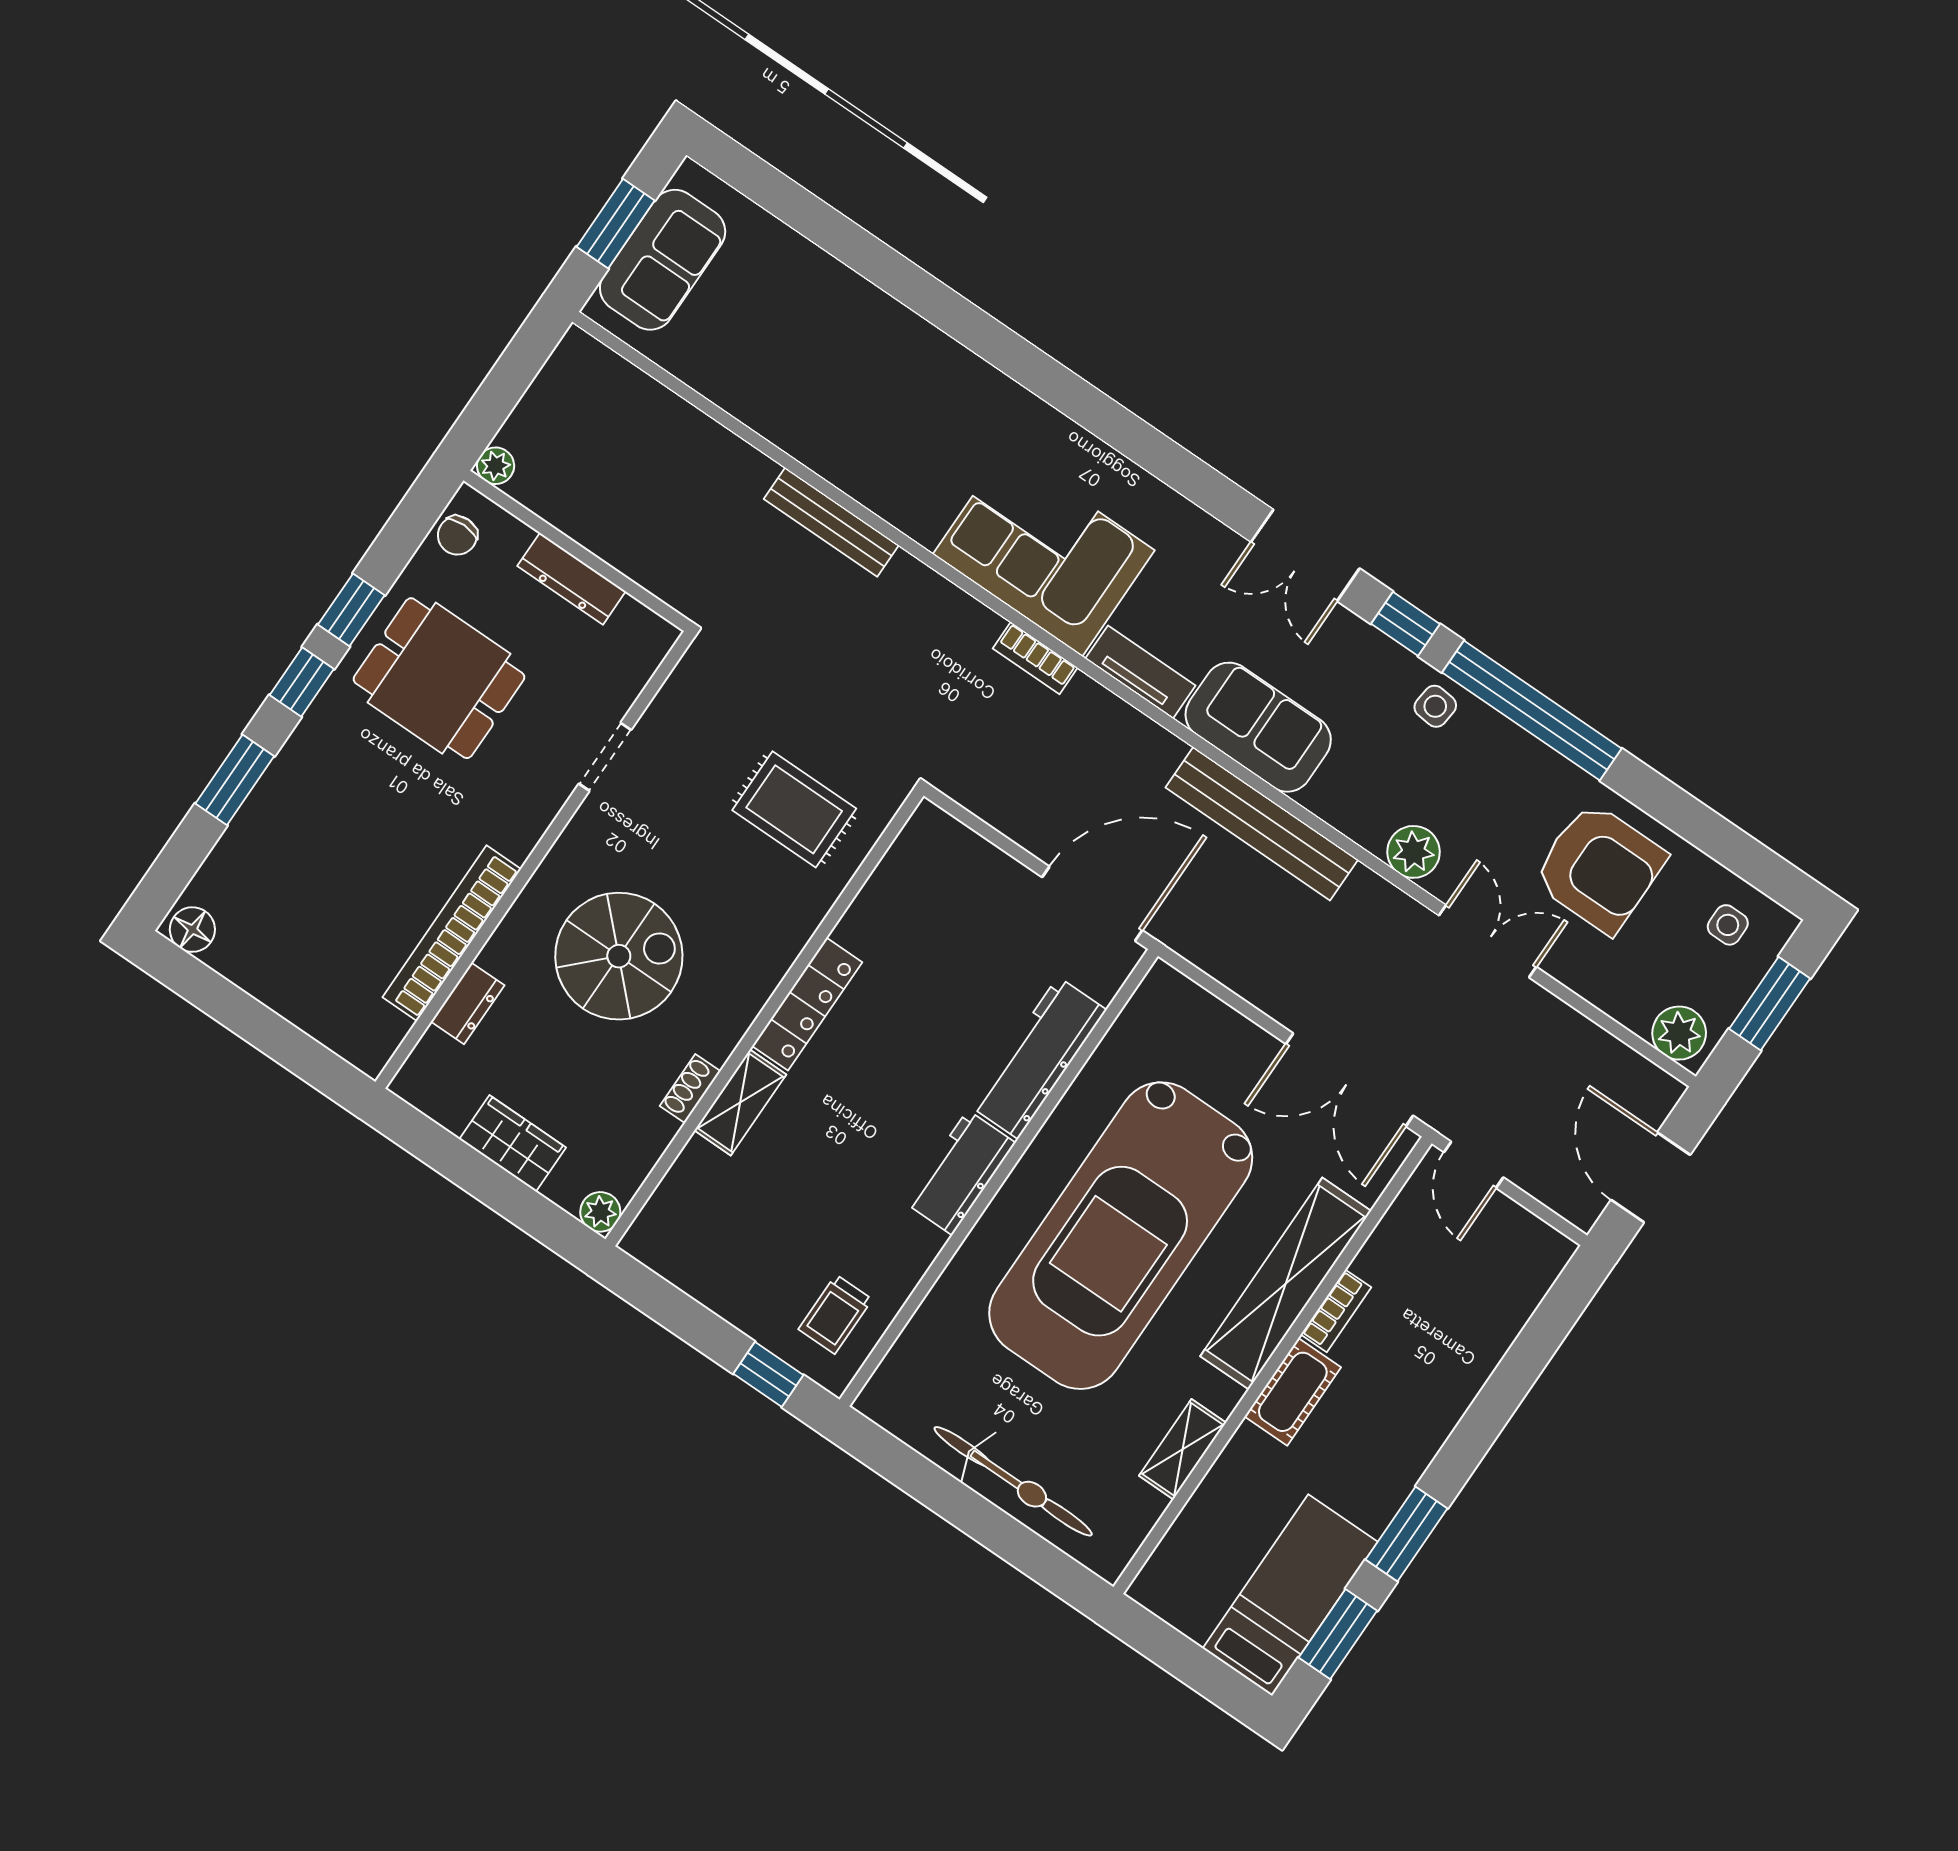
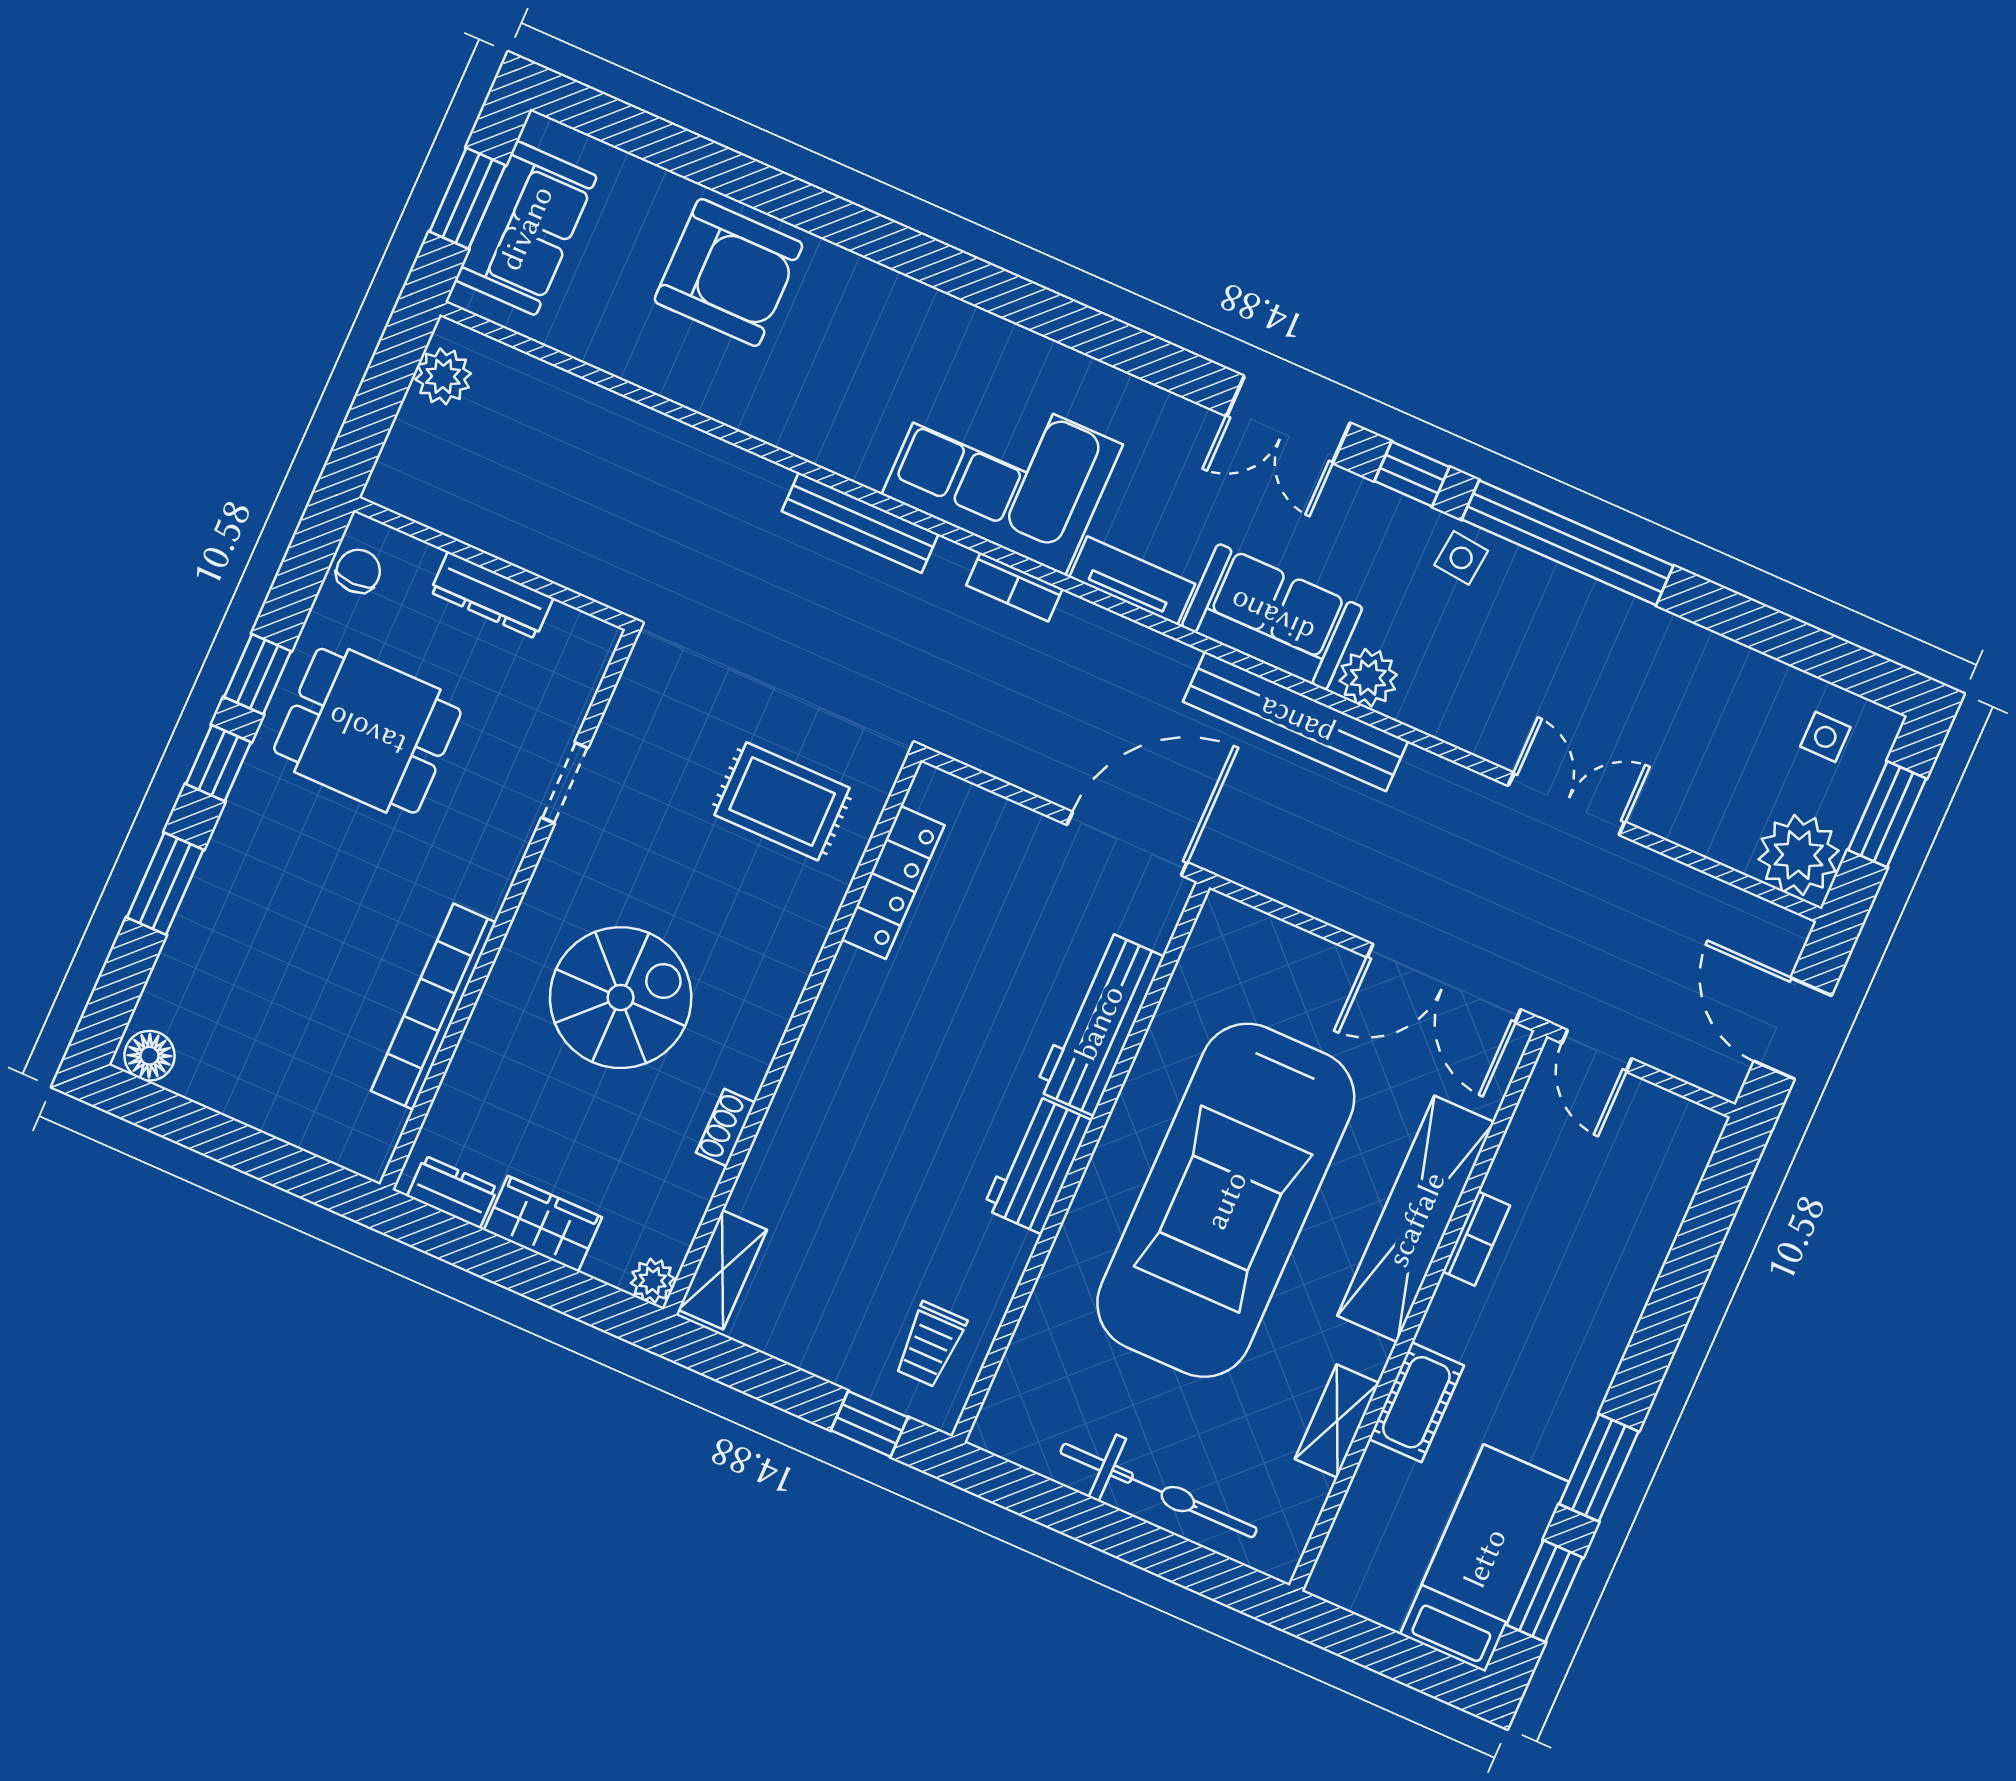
plant: (496, 466) -> (443, 376), moved, width x1.38, depth x1.38
bench: (831, 522) -> (860, 523), moved
chair: (457, 535) -> (358, 571), turned 180
plant: (1414, 852) -> (1368, 678), moved
armchair: (1599, 868) -> (728, 272), moved
dresser: (468, 1003) -> (452, 1192), moved, turned -90
locker: (807, 1004) -> (893, 882), moved
plant: (1679, 1033) -> (1799, 855), width x1.36, depth x1.36
shelving: (740, 1102) -> (723, 1270), moved
cot: (1293, 1392) -> (1416, 1402), moved

